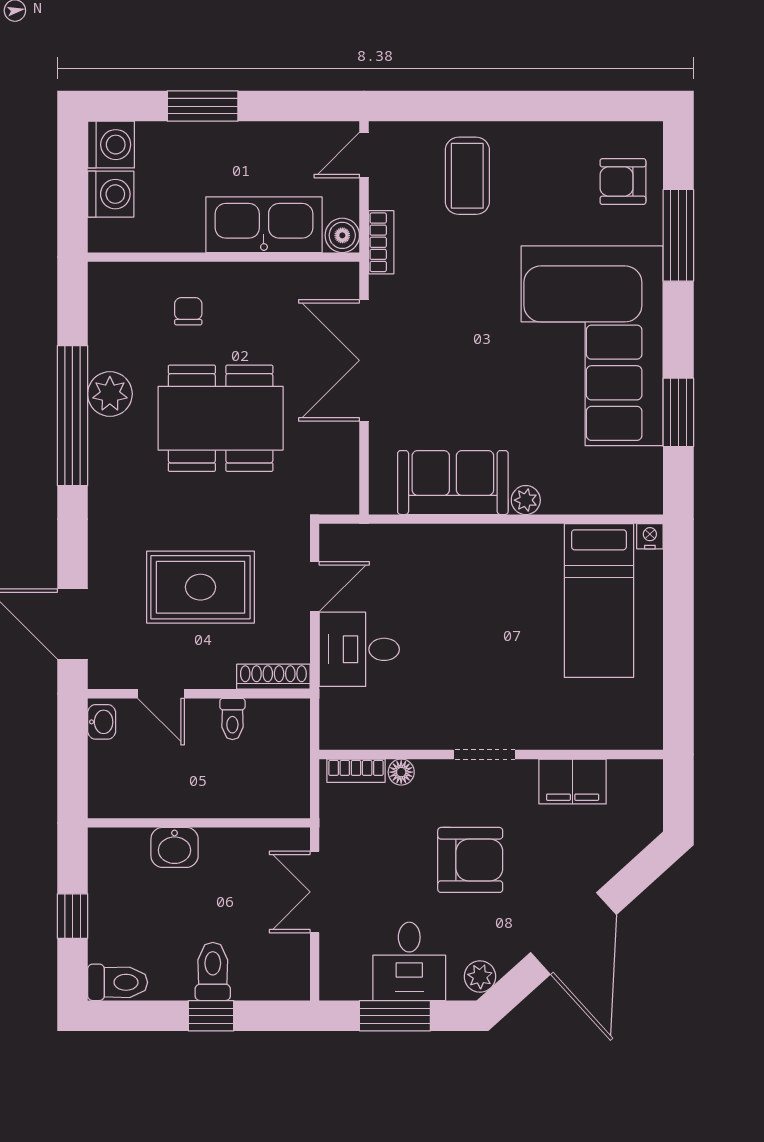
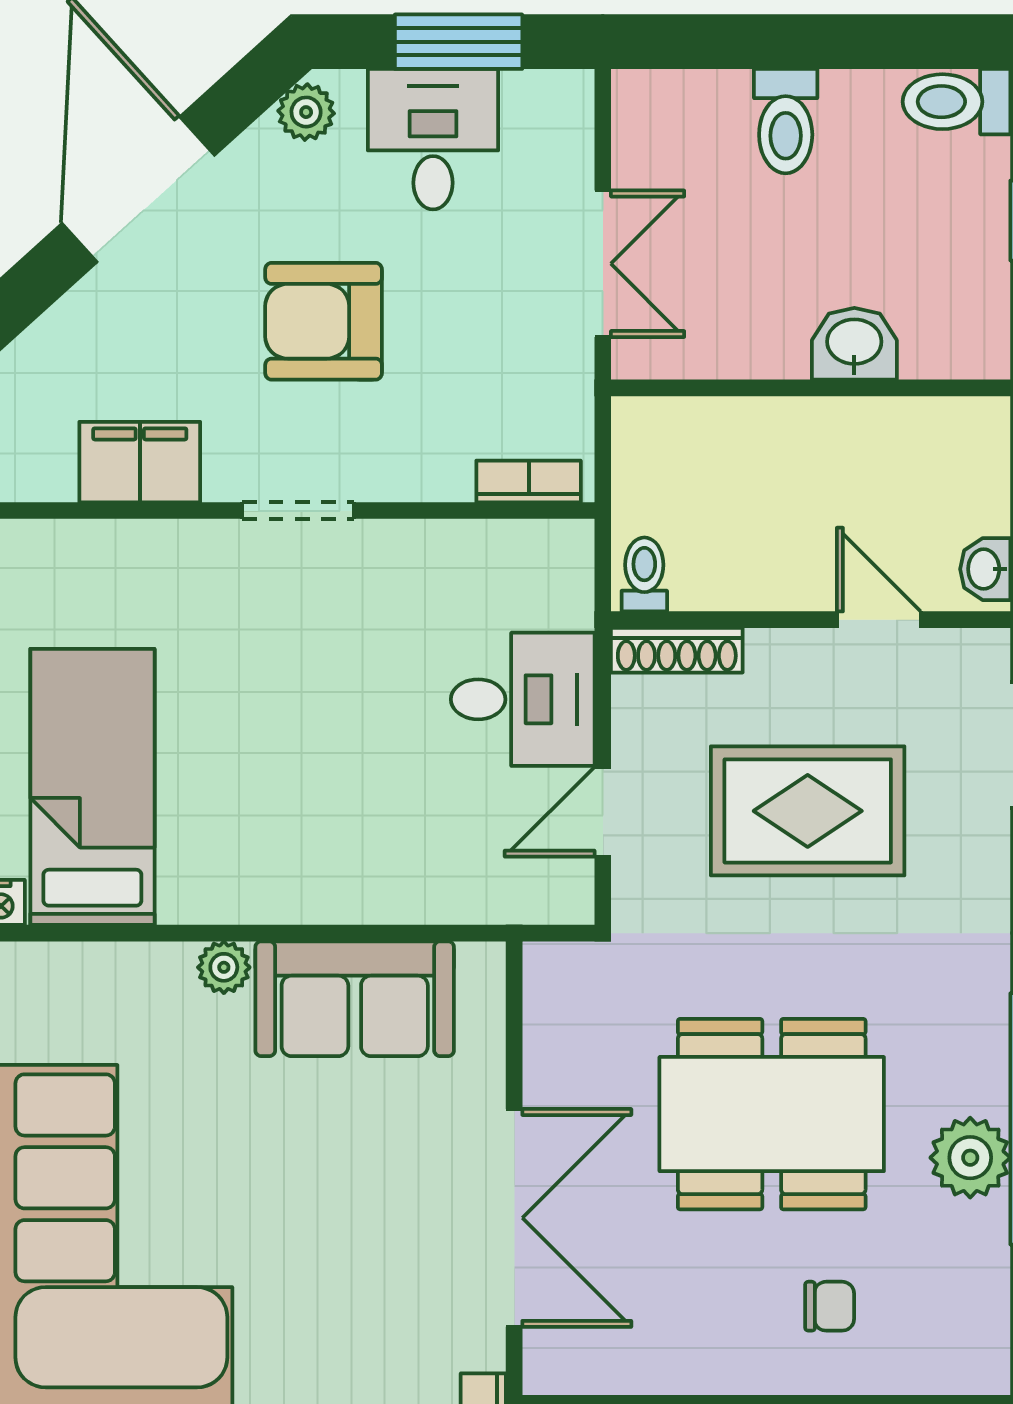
chair: (188, 311) -> (830, 1306), turned -90
toilet: (232, 719) -> (644, 574), moved
floor lamp: (401, 772) -> (447, 479), removed
window: (211, 1016) -> (789, 42), removed

